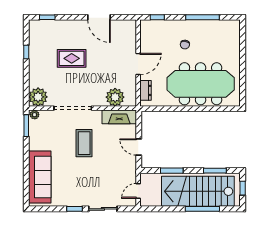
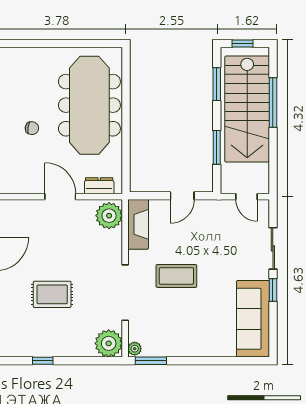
rug: (72, 58) -> (52, 294), turned 90
plant: (115, 97) -> (109, 216), moved
sofa: (40, 177) -> (253, 319), moved, turned -90

